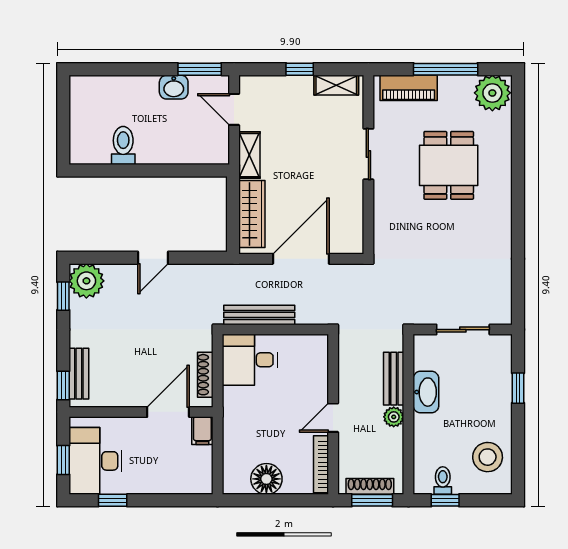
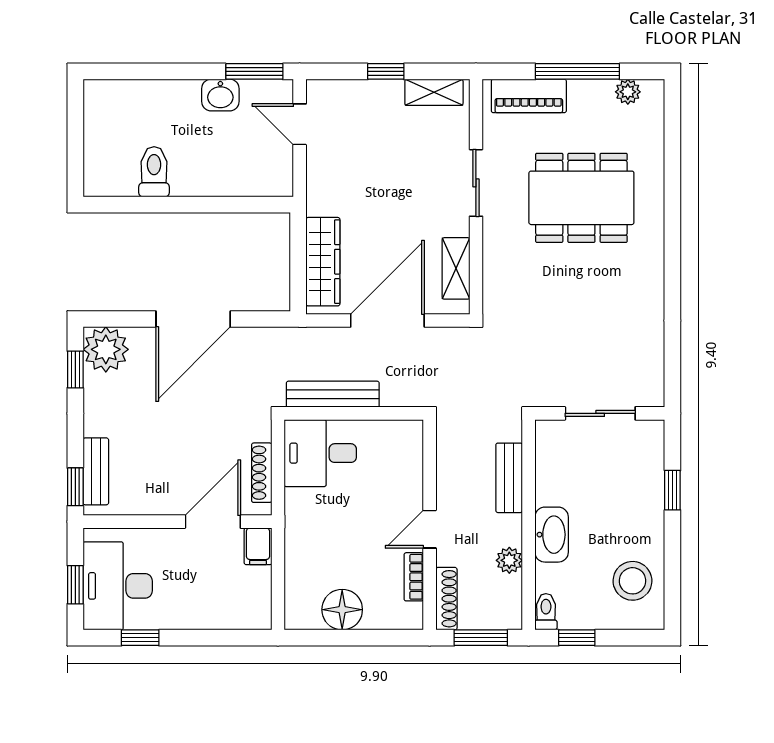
plant: (492, 93) -> (628, 92), width x0.53, depth x0.53
shelving: (249, 155) -> (456, 268), moved
dining table: (449, 165) -> (581, 198), width x1.37
door: (153, 258) -> (193, 319), width x1.88
washbasin: (426, 392) -> (552, 535), moved
plant: (394, 417) -> (509, 560), moved
bookcase: (321, 464) -> (414, 577), width x0.64
toilet: (443, 481) -> (546, 612), moved
shoe rack: (370, 486) -> (446, 599), moved, turned 90

